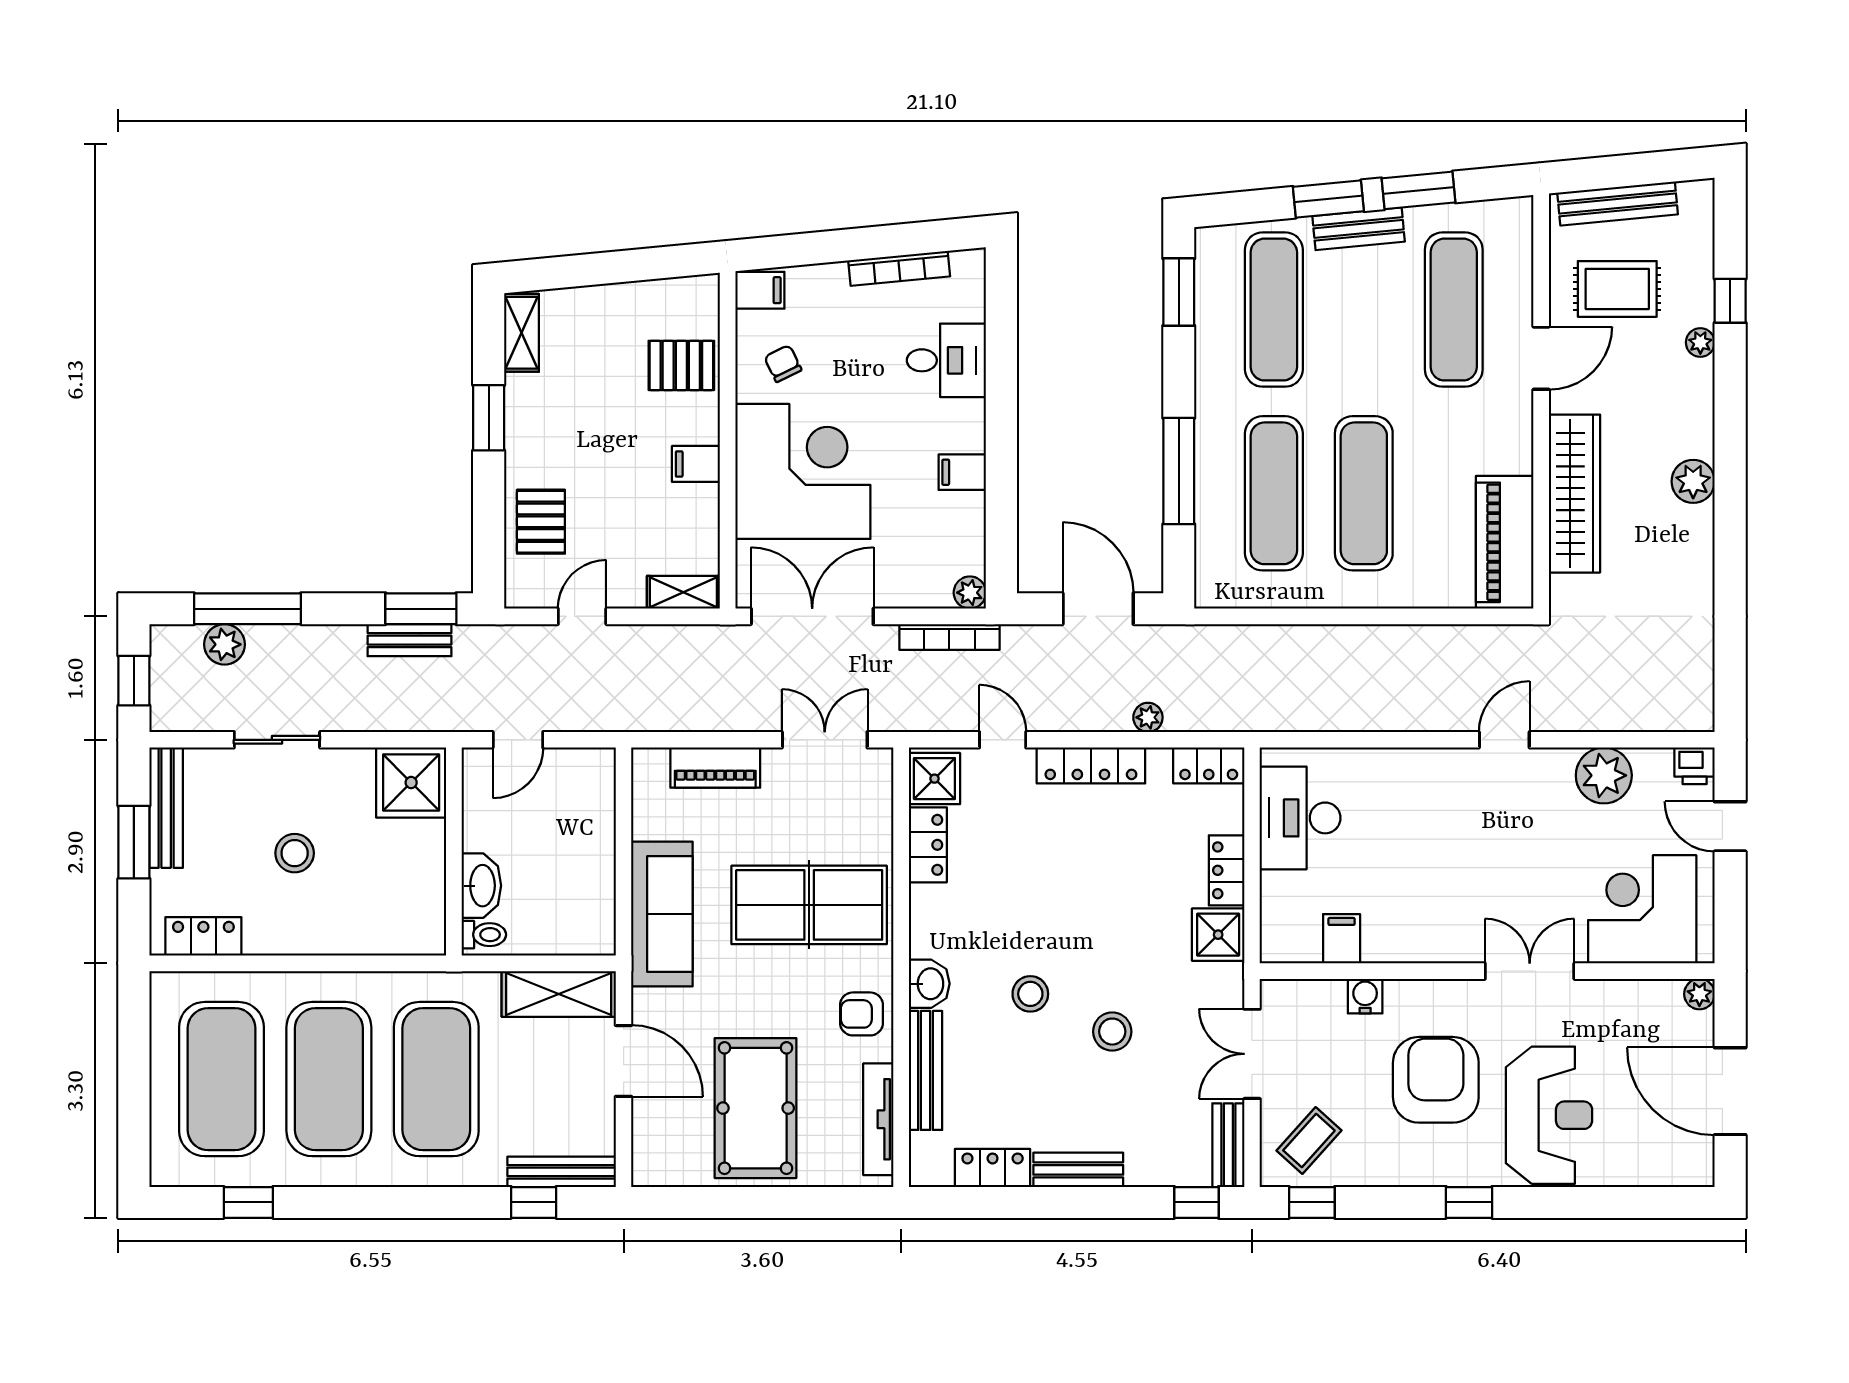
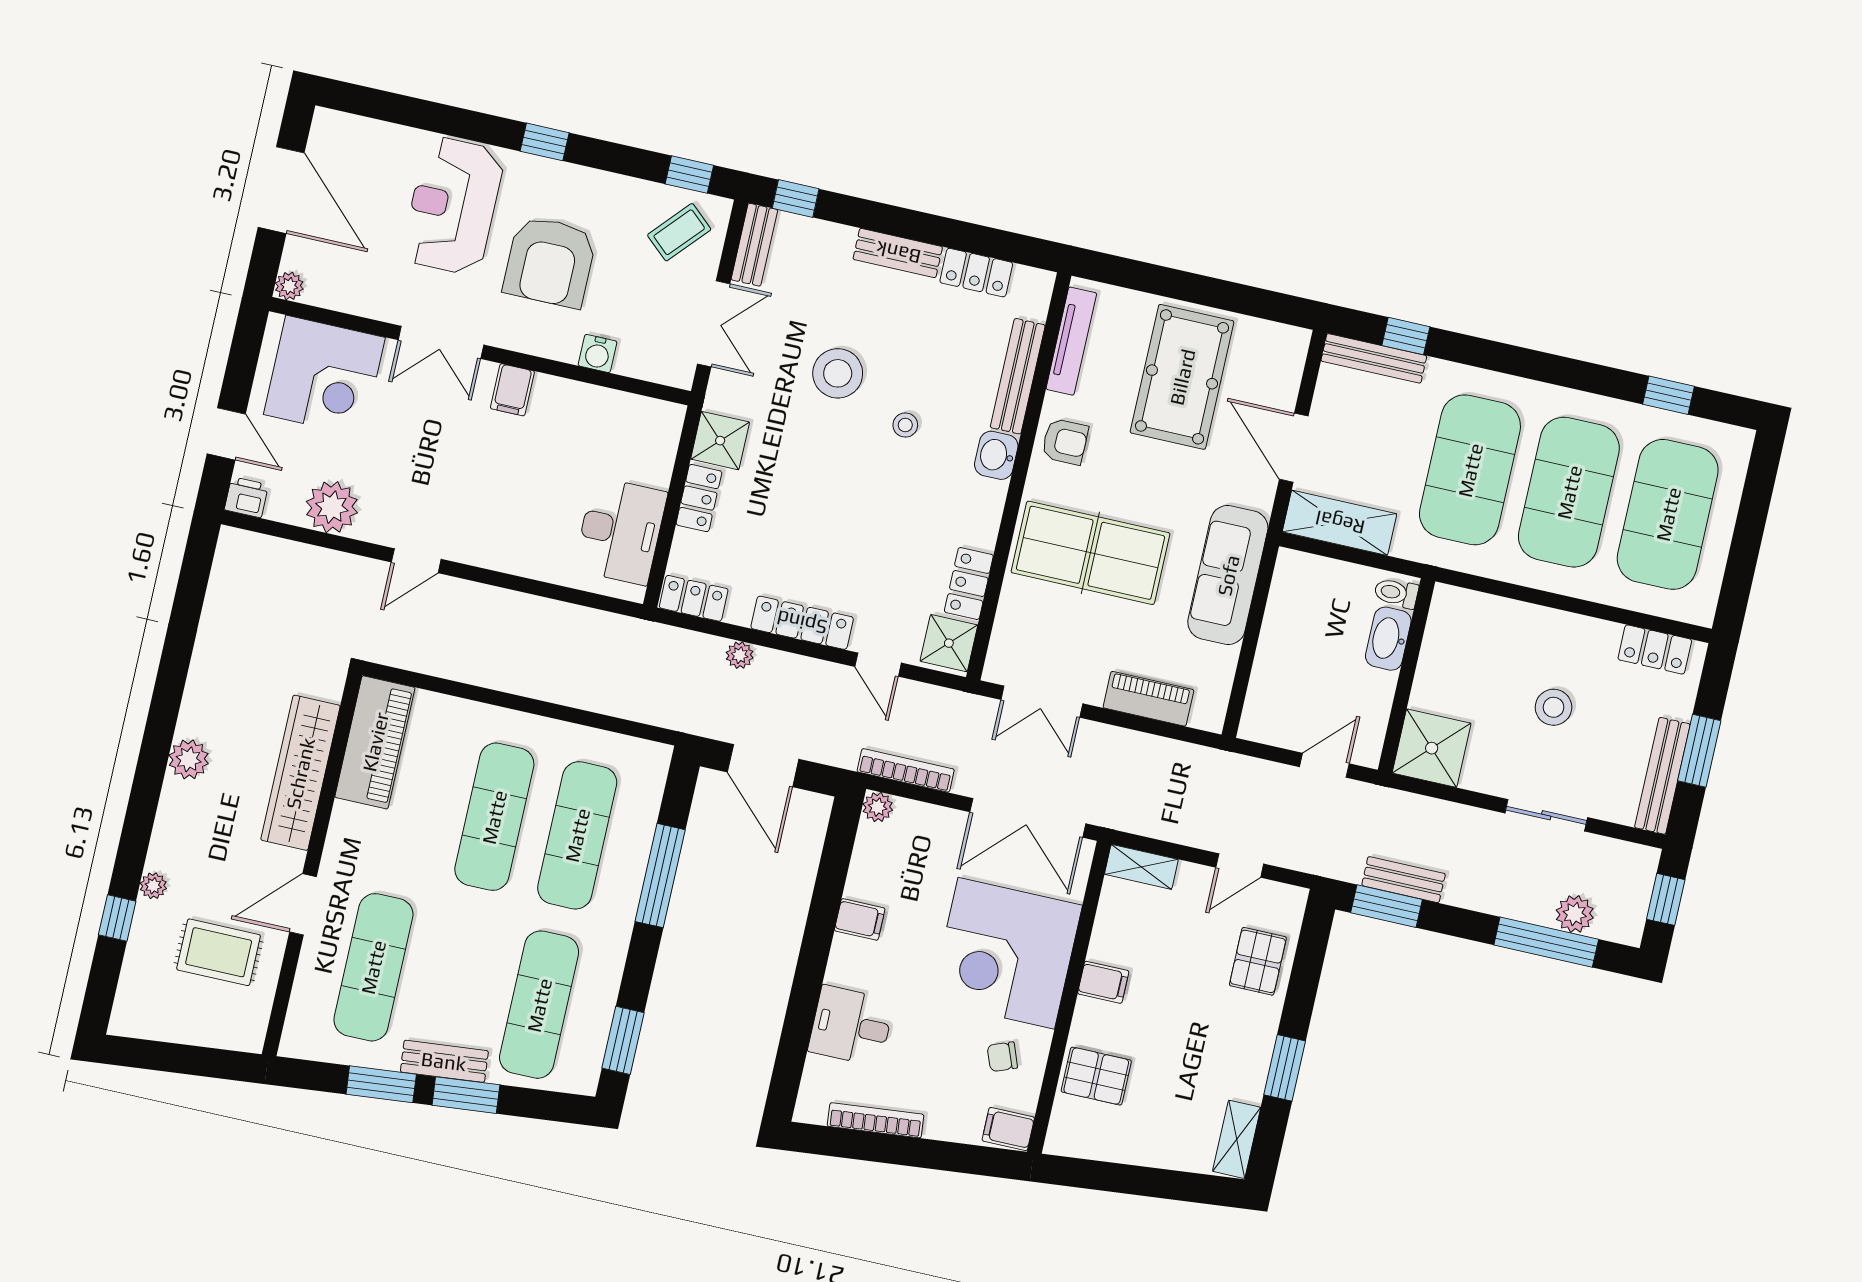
bench: (1618, 204) -> (201, 1031), removed
chair: (783, 364) -> (1002, 1057), turned 95
filing cabinet: (1342, 939) -> (512, 390), moved
stool: (1030, 994) -> (905, 425), width x0.73, depth x0.73
stool: (1112, 1032) -> (838, 373), width x1.38, depth x1.38

